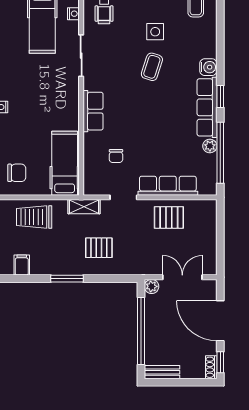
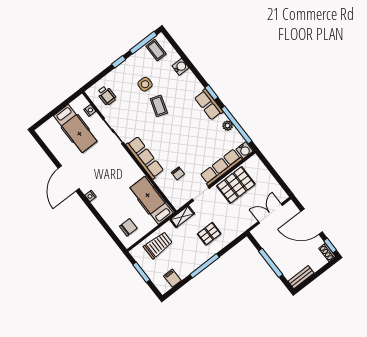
water cooler: (208, 67) -> (181, 67), moved
row of seats: (207, 107) -> (209, 105), width x0.68
row of seats: (93, 111) -> (145, 158), width x1.48
water cooler: (207, 187) -> (244, 150), added
trolley: (34, 217) -> (158, 245), turned 180
pallet: (169, 217) -> (236, 185), width x1.50, depth x1.42
window: (67, 279) -> (205, 266), width x1.44
plant: (152, 286) -> (257, 233), removed
window: (141, 331) -> (271, 263), width x0.68

